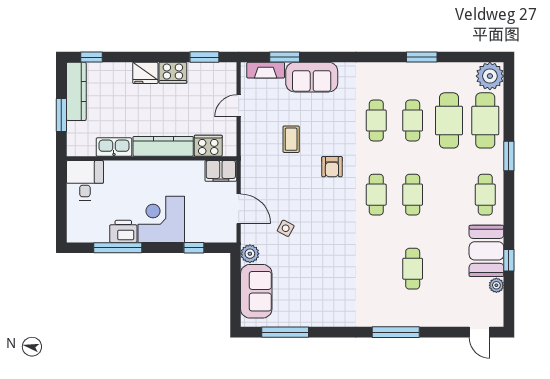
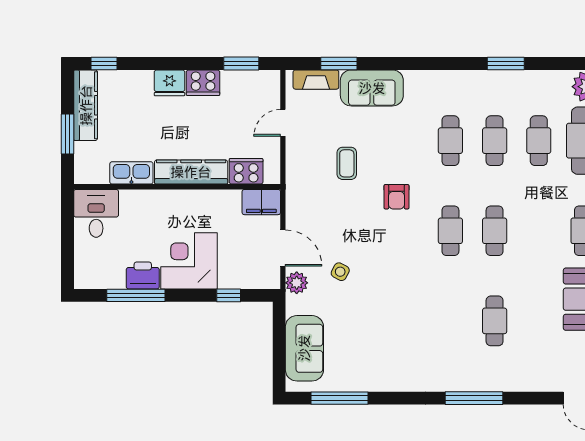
cafe table: (449, 120) -> (539, 141), width x0.73, depth x0.74
plant: (250, 254) -> (297, 283), moved

